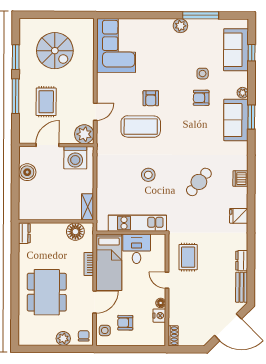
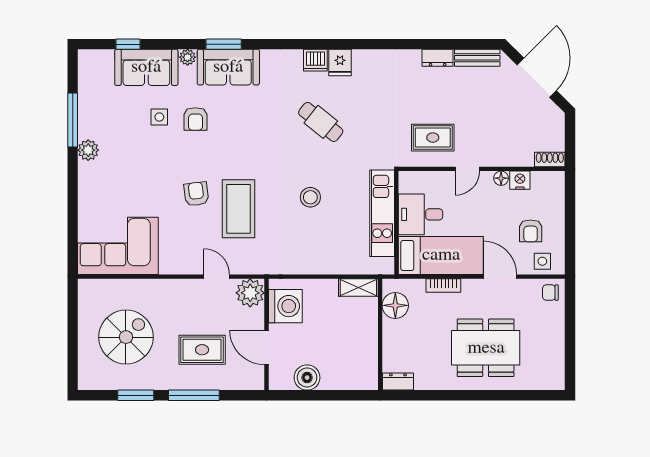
sofa: (236, 50) -> (146, 67), moved
armchair: (151, 98) -> (196, 194), turned -97
fridge: (239, 216) -> (340, 62), moved
plant: (63, 338) -> (554, 323), removed

